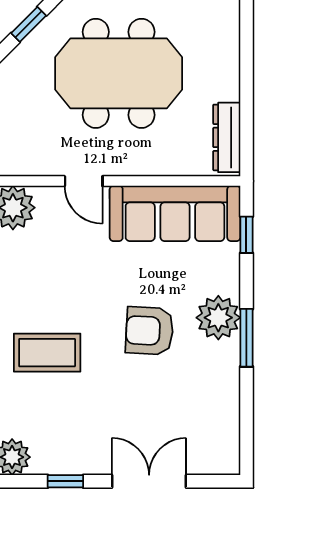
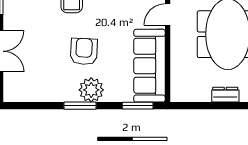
dresser: (227, 137) -> (225, 95), moved, width x0.70
window: (246, 235) -> (138, 106), width x1.50

